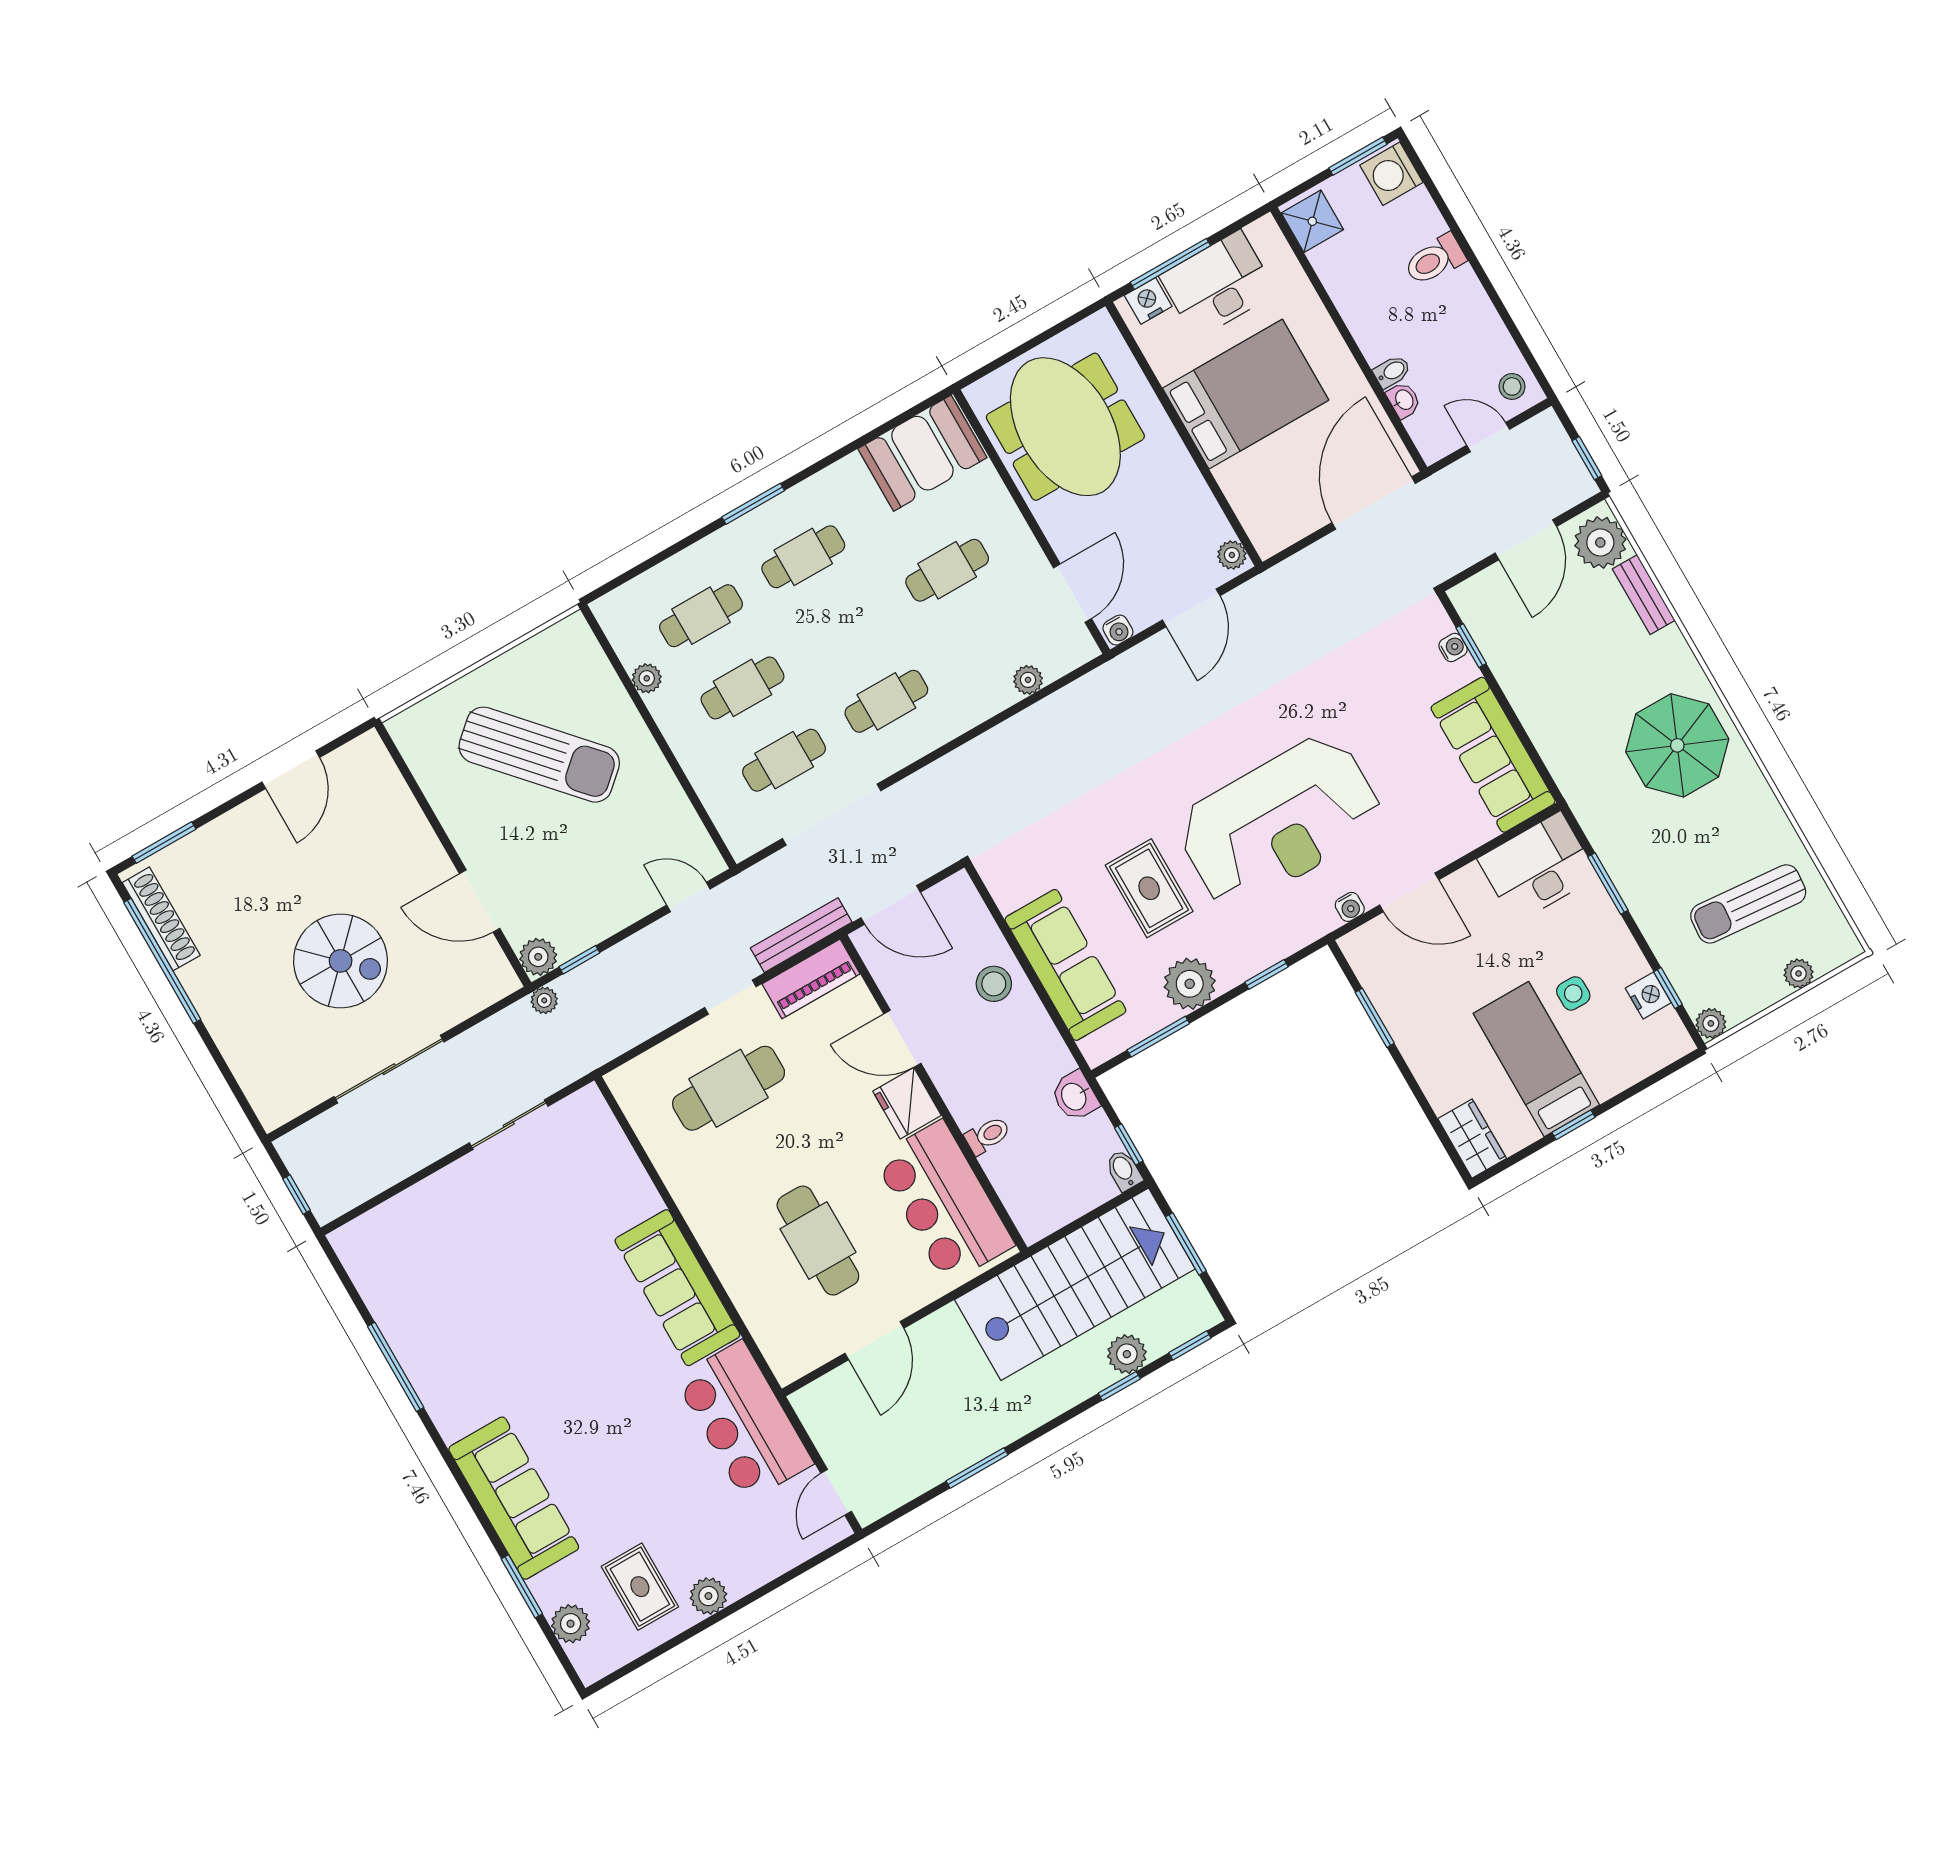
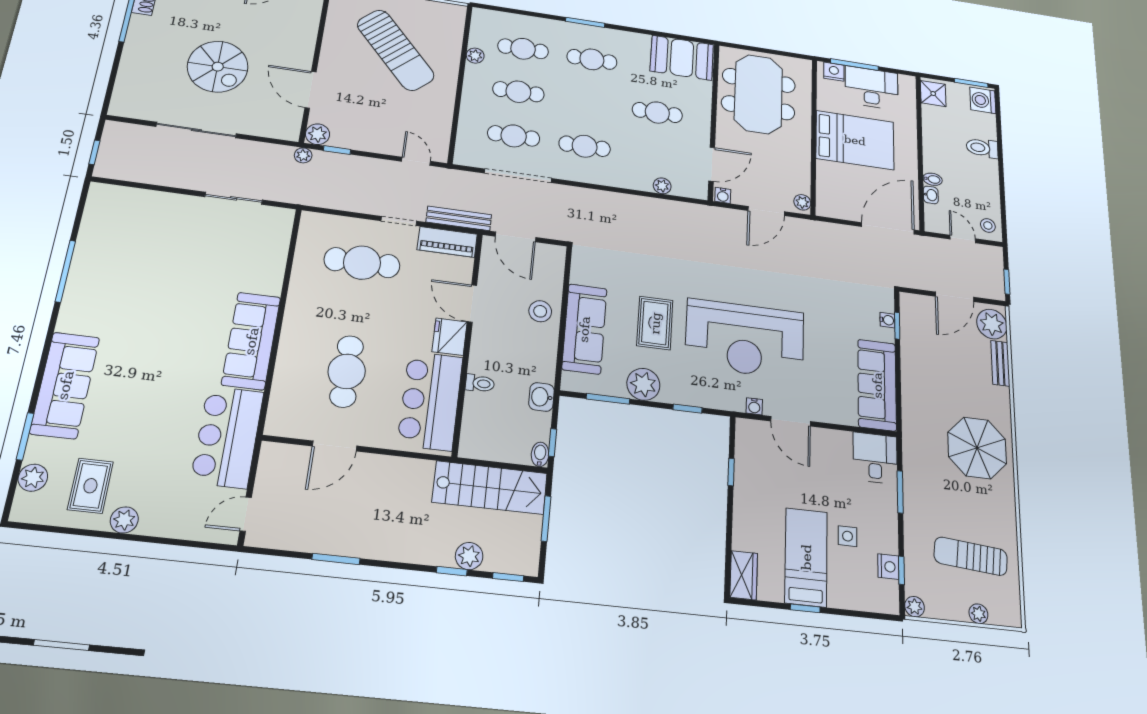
desk: (1538, 868) -> (875, 458), width x0.73
window: (1375, 1018) -> (731, 472), width x0.67
stairs: (1075, 1284) -> (490, 488), width x0.73, depth x0.66

